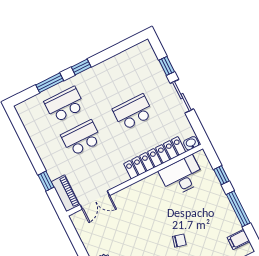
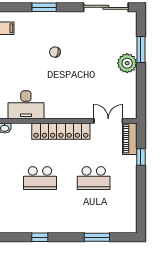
window: (81, 67) -> (40, 237), moved
school desk: (65, 105) -> (94, 213), removed
locker: (155, 158) -> (61, 131), moved

